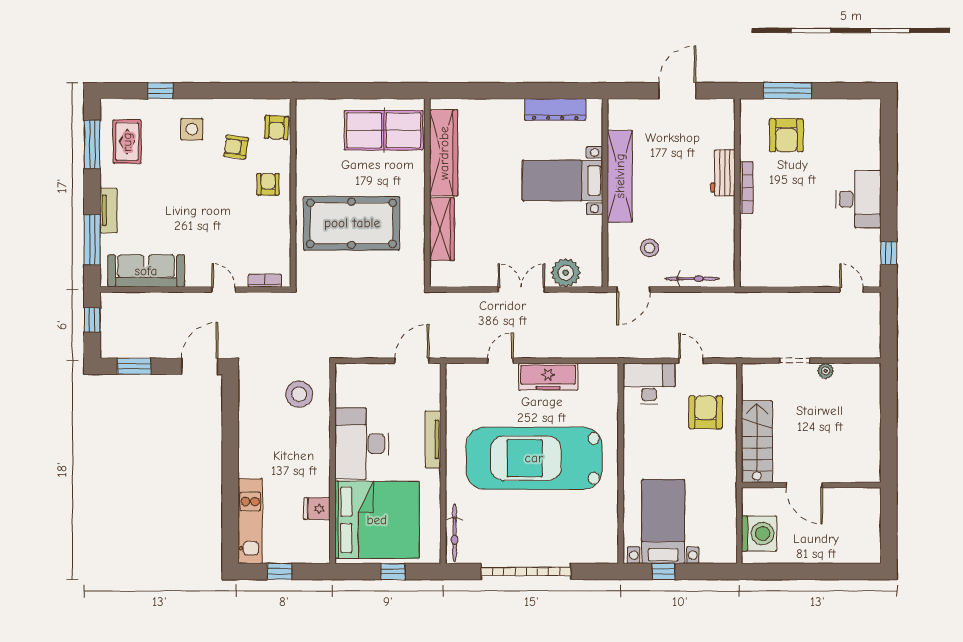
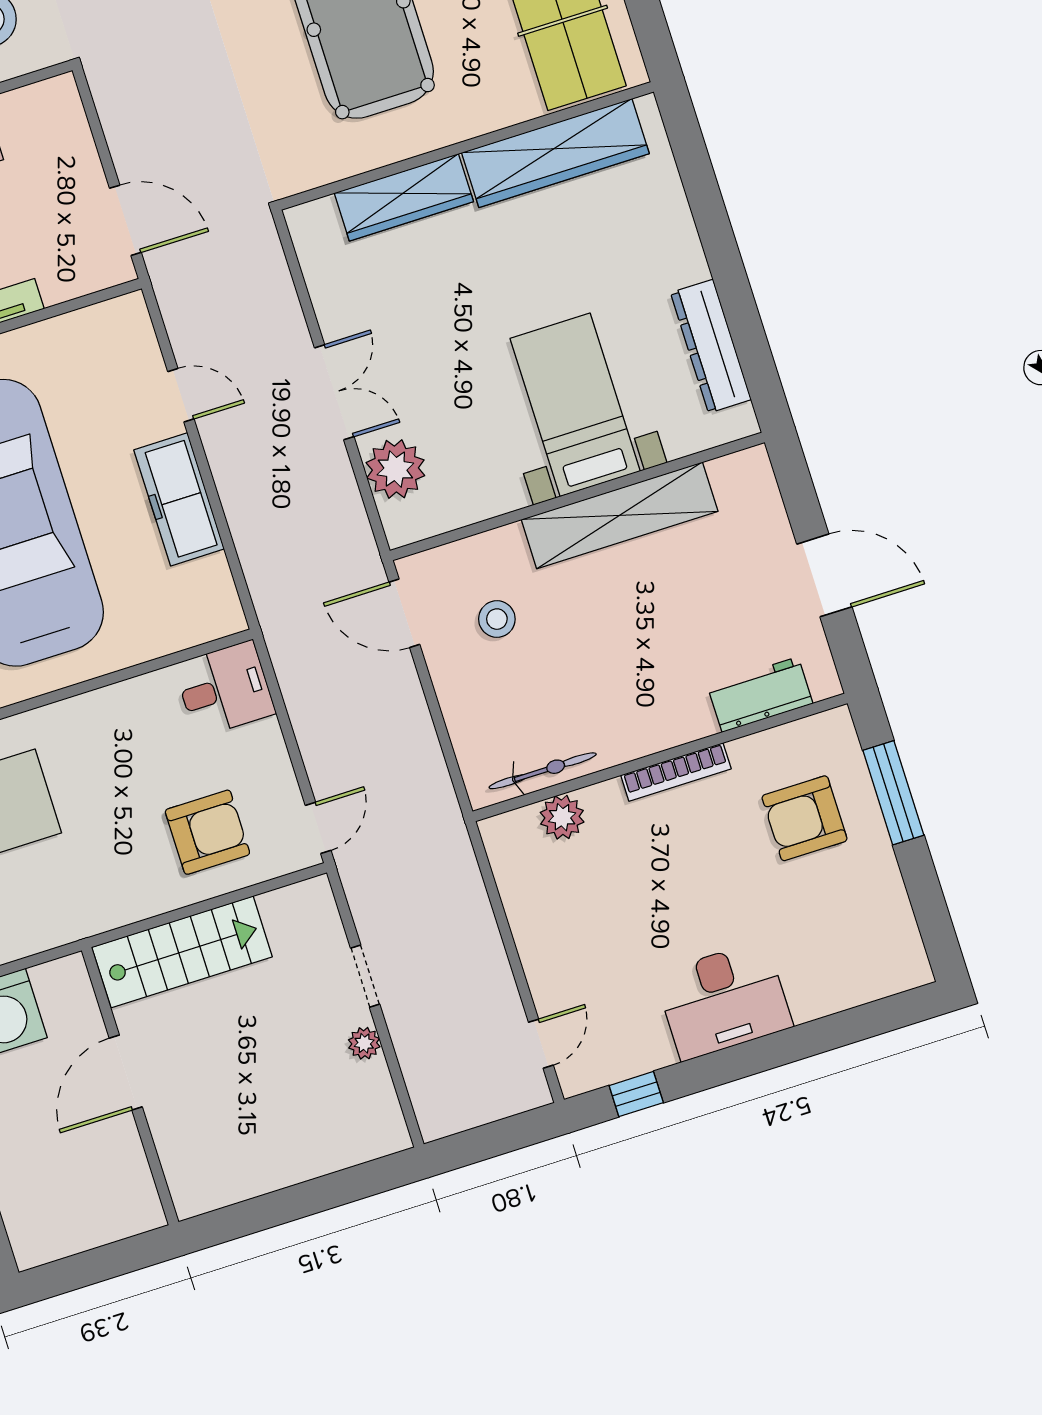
workbench: (723, 173) -> (760, 695), moved
plant: (750, 247) -> (562, 817), added
bicycle: (692, 279) -> (543, 771), moved, turned -90
door: (691, 361) -> (318, 828), moved
desk: (649, 383) -> (225, 689), width x0.73

